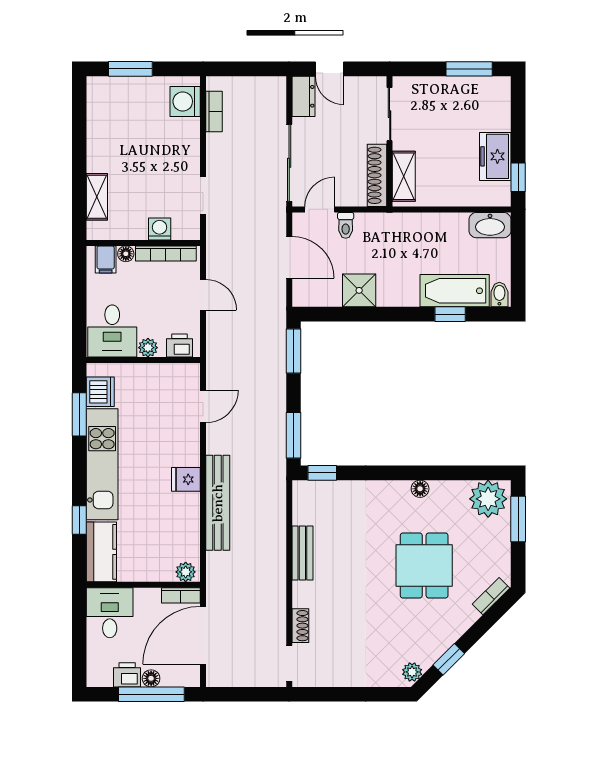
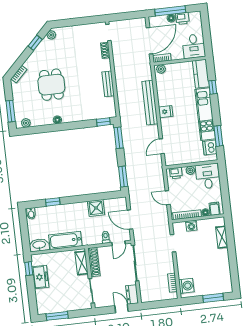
bathtub: (455, 291) -> (65, 240), moved, turned 180
plant: (488, 499) -> (26, 123), width x0.53, depth x0.53

